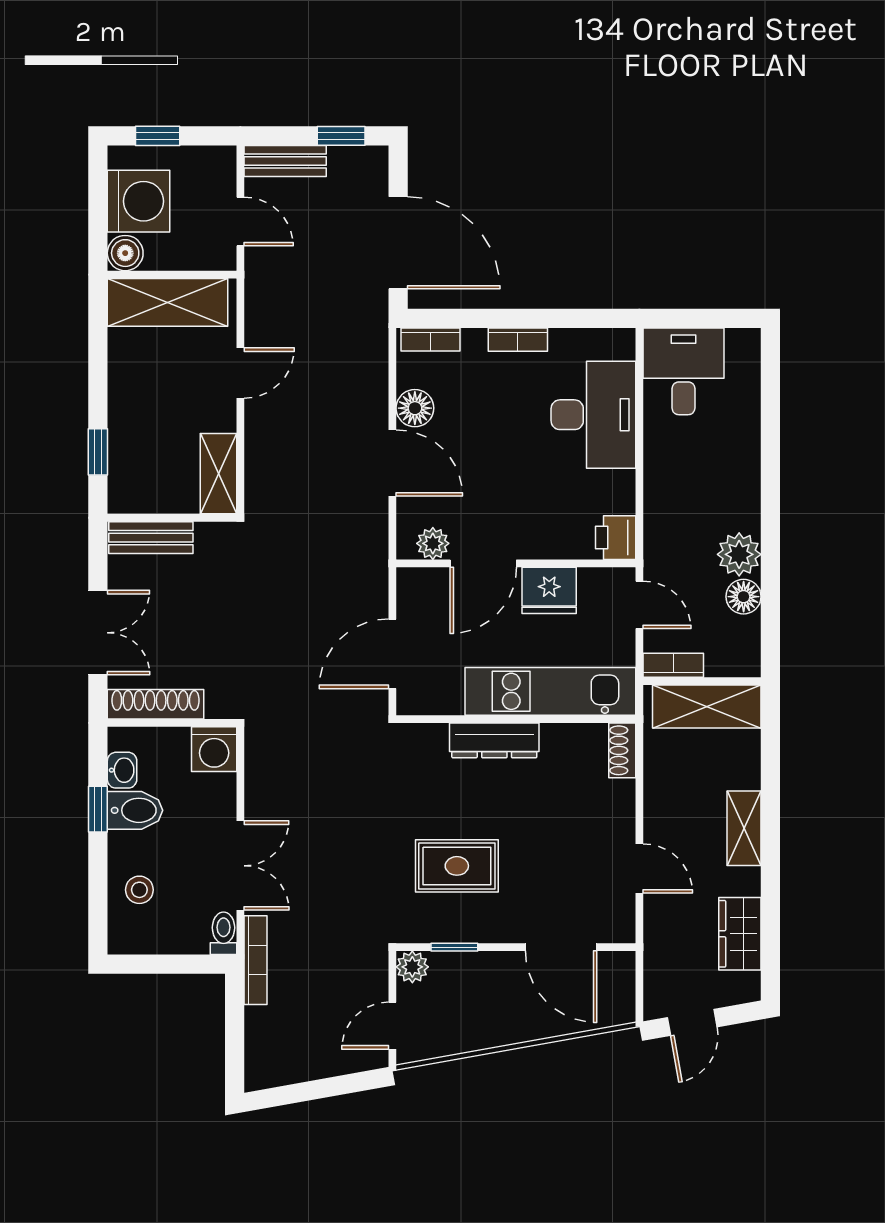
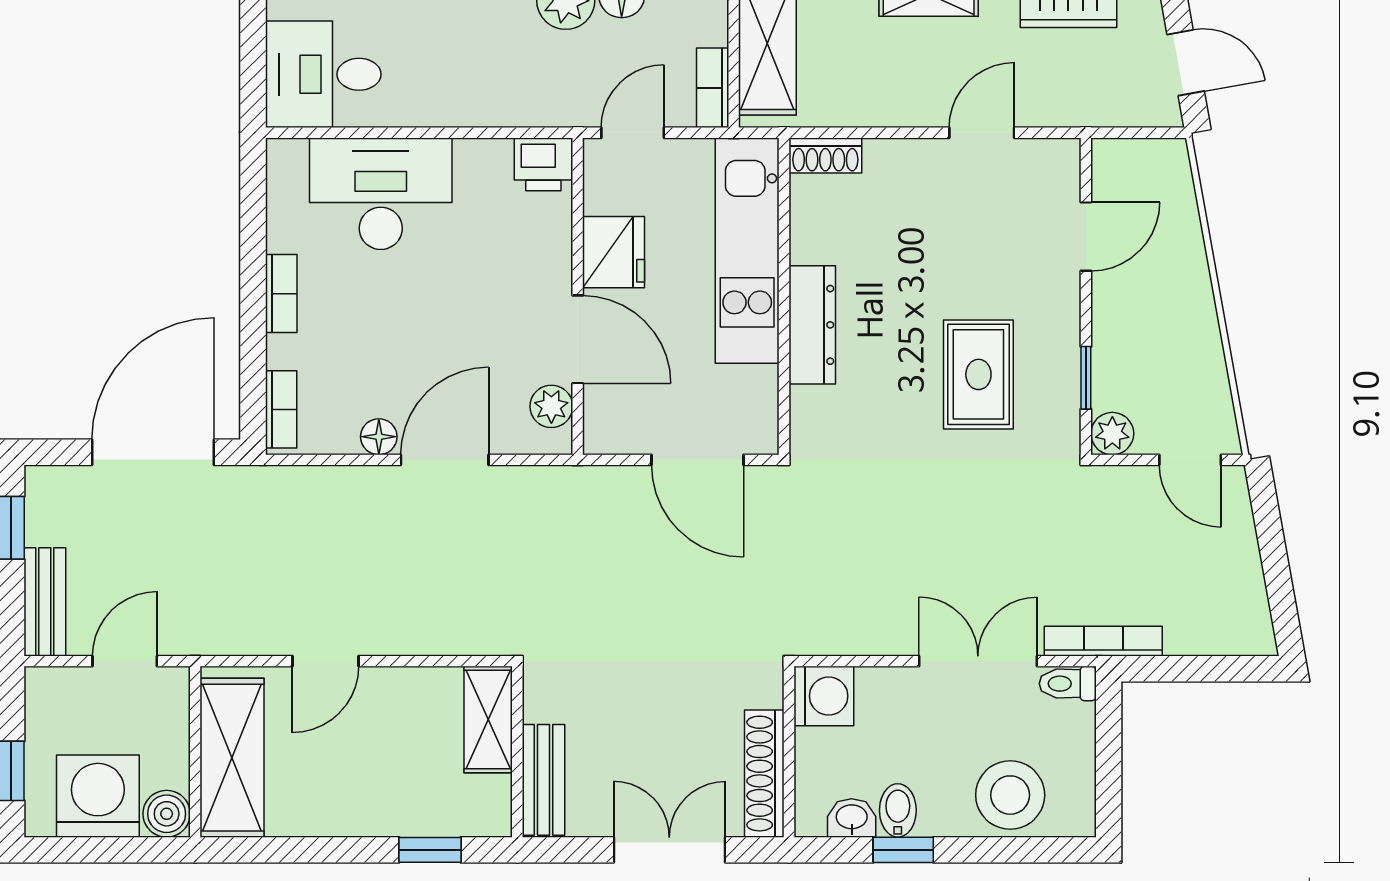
door: (240, 373) -> (325, 661), swing flipped
floor lamp: (415, 408) -> (379, 437), width x0.73, depth x0.73
shelving: (219, 474) -> (488, 720), moved, turned 90
bidet: (135, 810) -> (898, 810), width x0.72, depth x0.74
stool: (139, 890) -> (1010, 795), width x1.89, depth x1.89
door: (561, 947) -> (1086, 236), width x0.73

